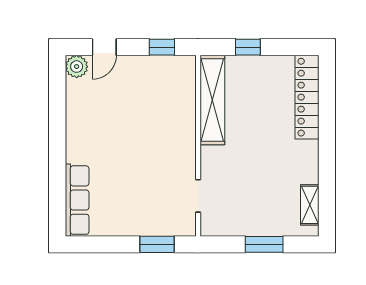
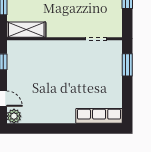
shelving: (212, 100) -> (26, 30), width x0.68

